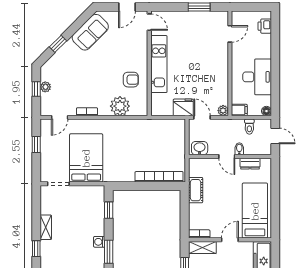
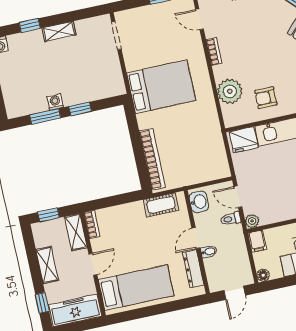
armchair: (131, 80) -> (266, 98), turned 90
fridge: (183, 107) -> (244, 140), moved, turned 90
door: (202, 117) -> (238, 197), swing flipped
toilet: (249, 127) -> (231, 219), moved
bed: (86, 158) -> (161, 87), moved
dresser: (250, 164) -> (193, 269), width x1.44
cot: (196, 190) -> (161, 205), moved
window: (109, 210) -> (80, 109), moved
door: (230, 240) -> (93, 264), hinge flipped

